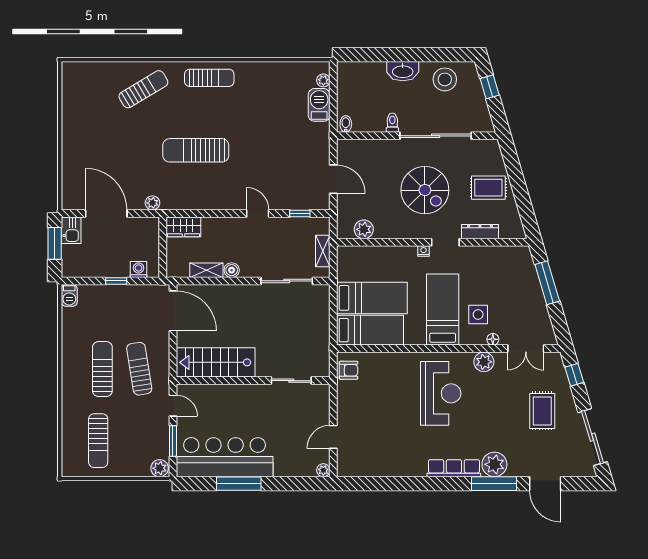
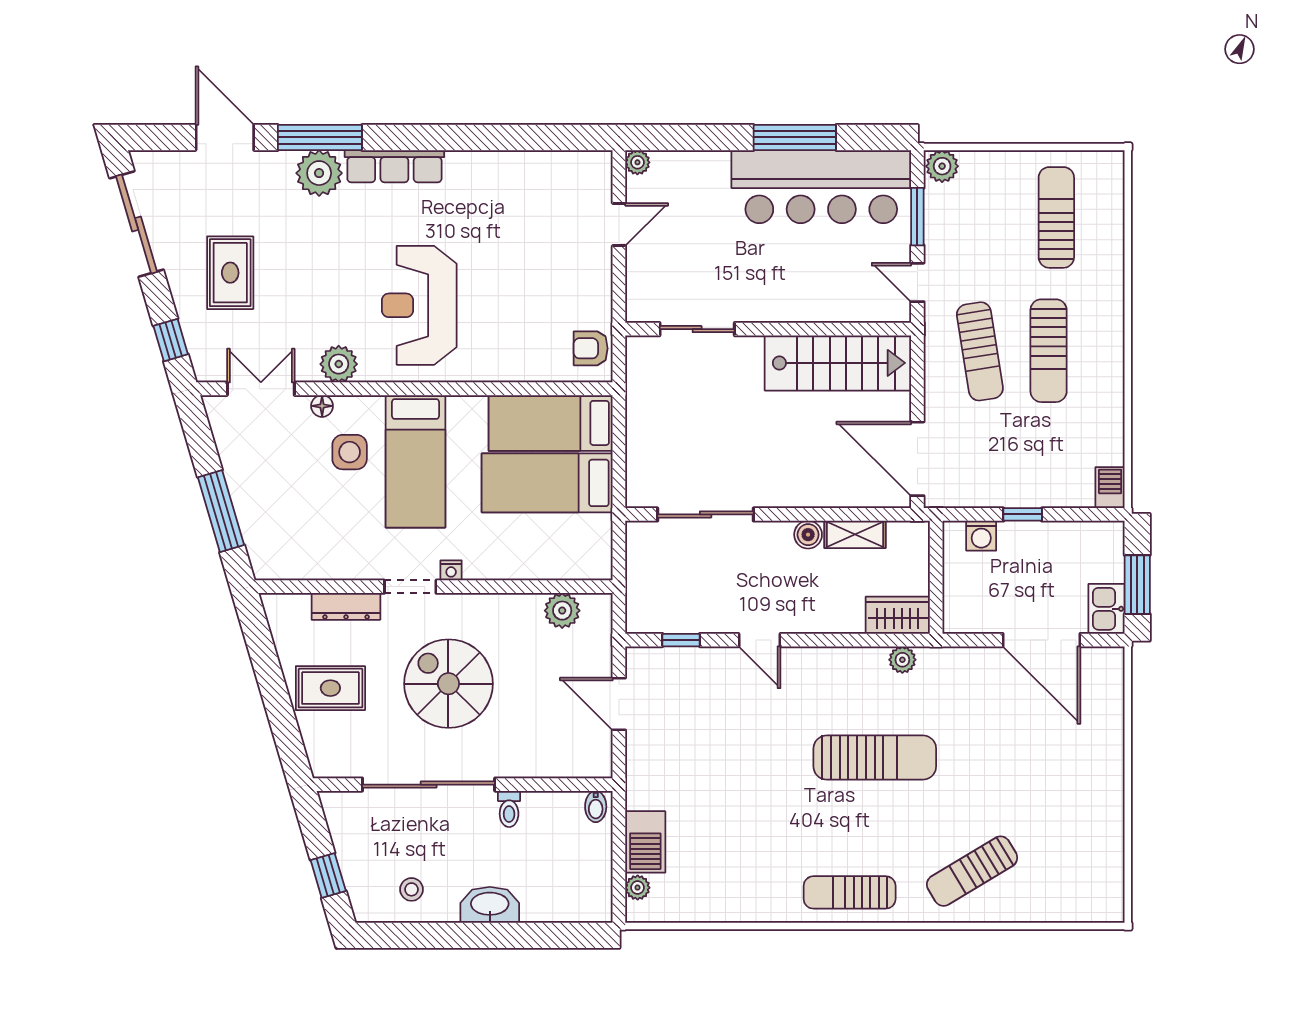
stool: (445, 79) -> (411, 889), width x0.53, depth x0.53
plant: (152, 203) -> (902, 660), moved
shelving: (323, 251) -> (638, 570), removed

